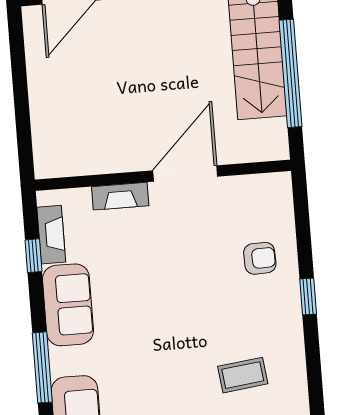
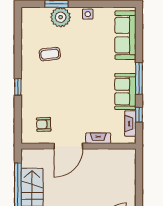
armchair: (260, 258) -> (44, 124), moved
window: (42, 367) -> (139, 78), moved

